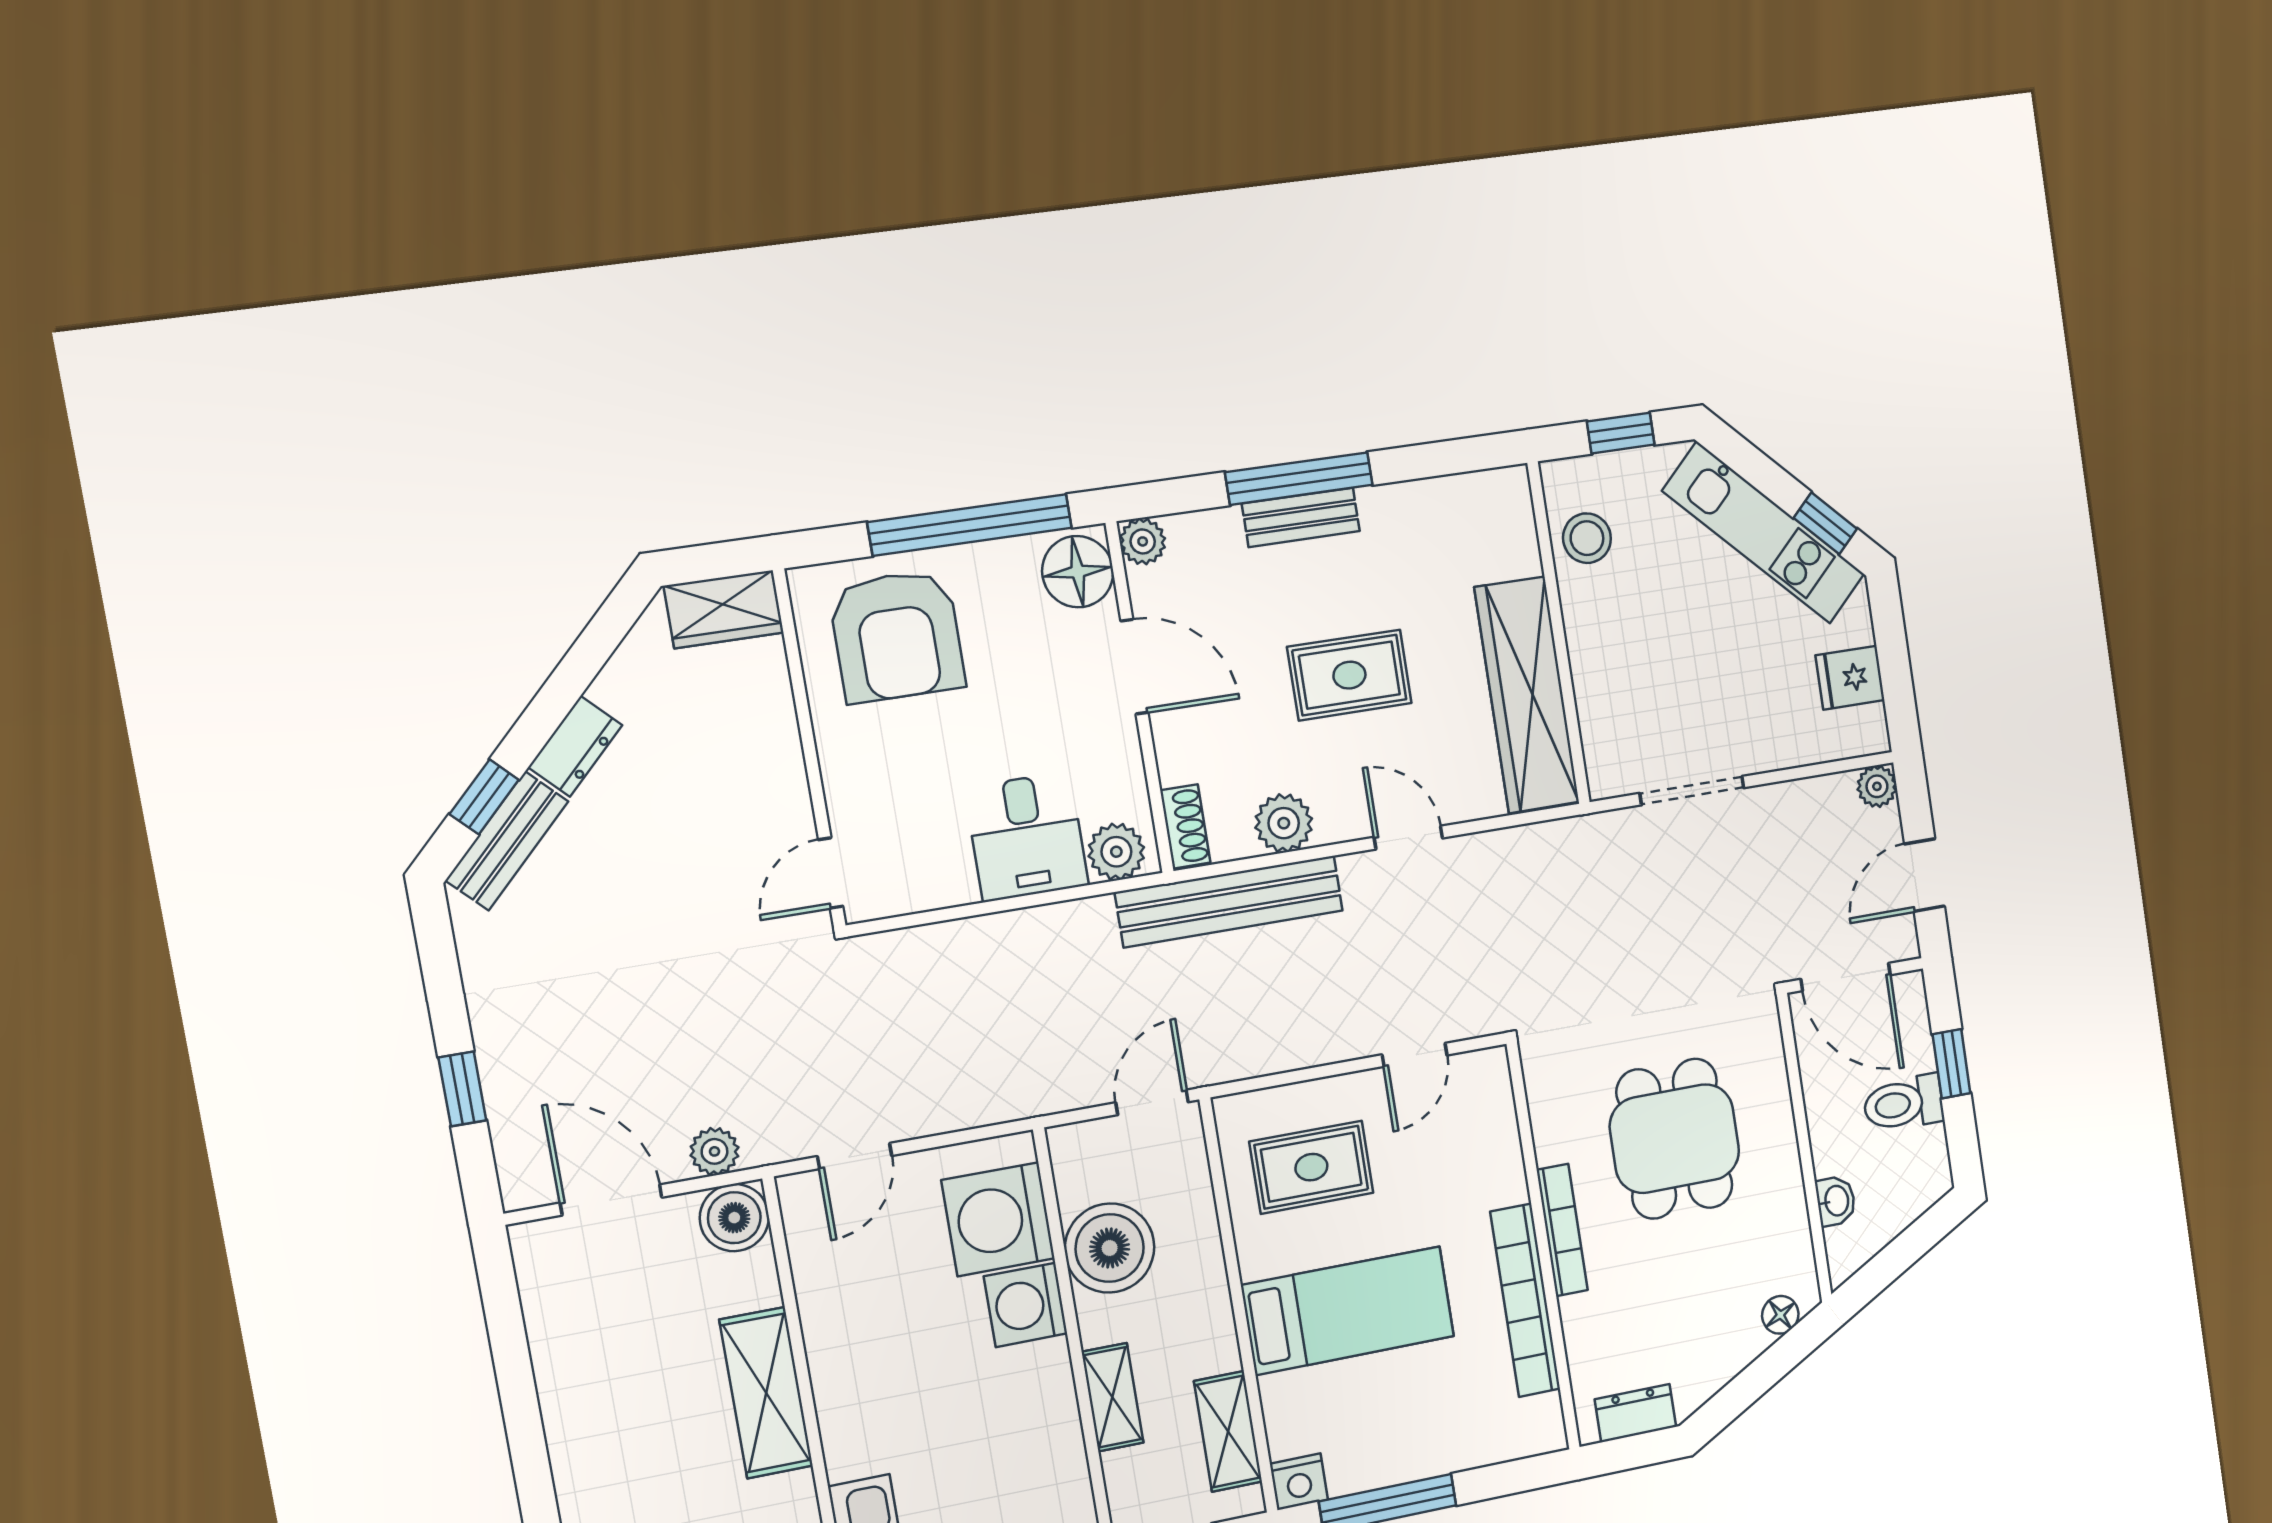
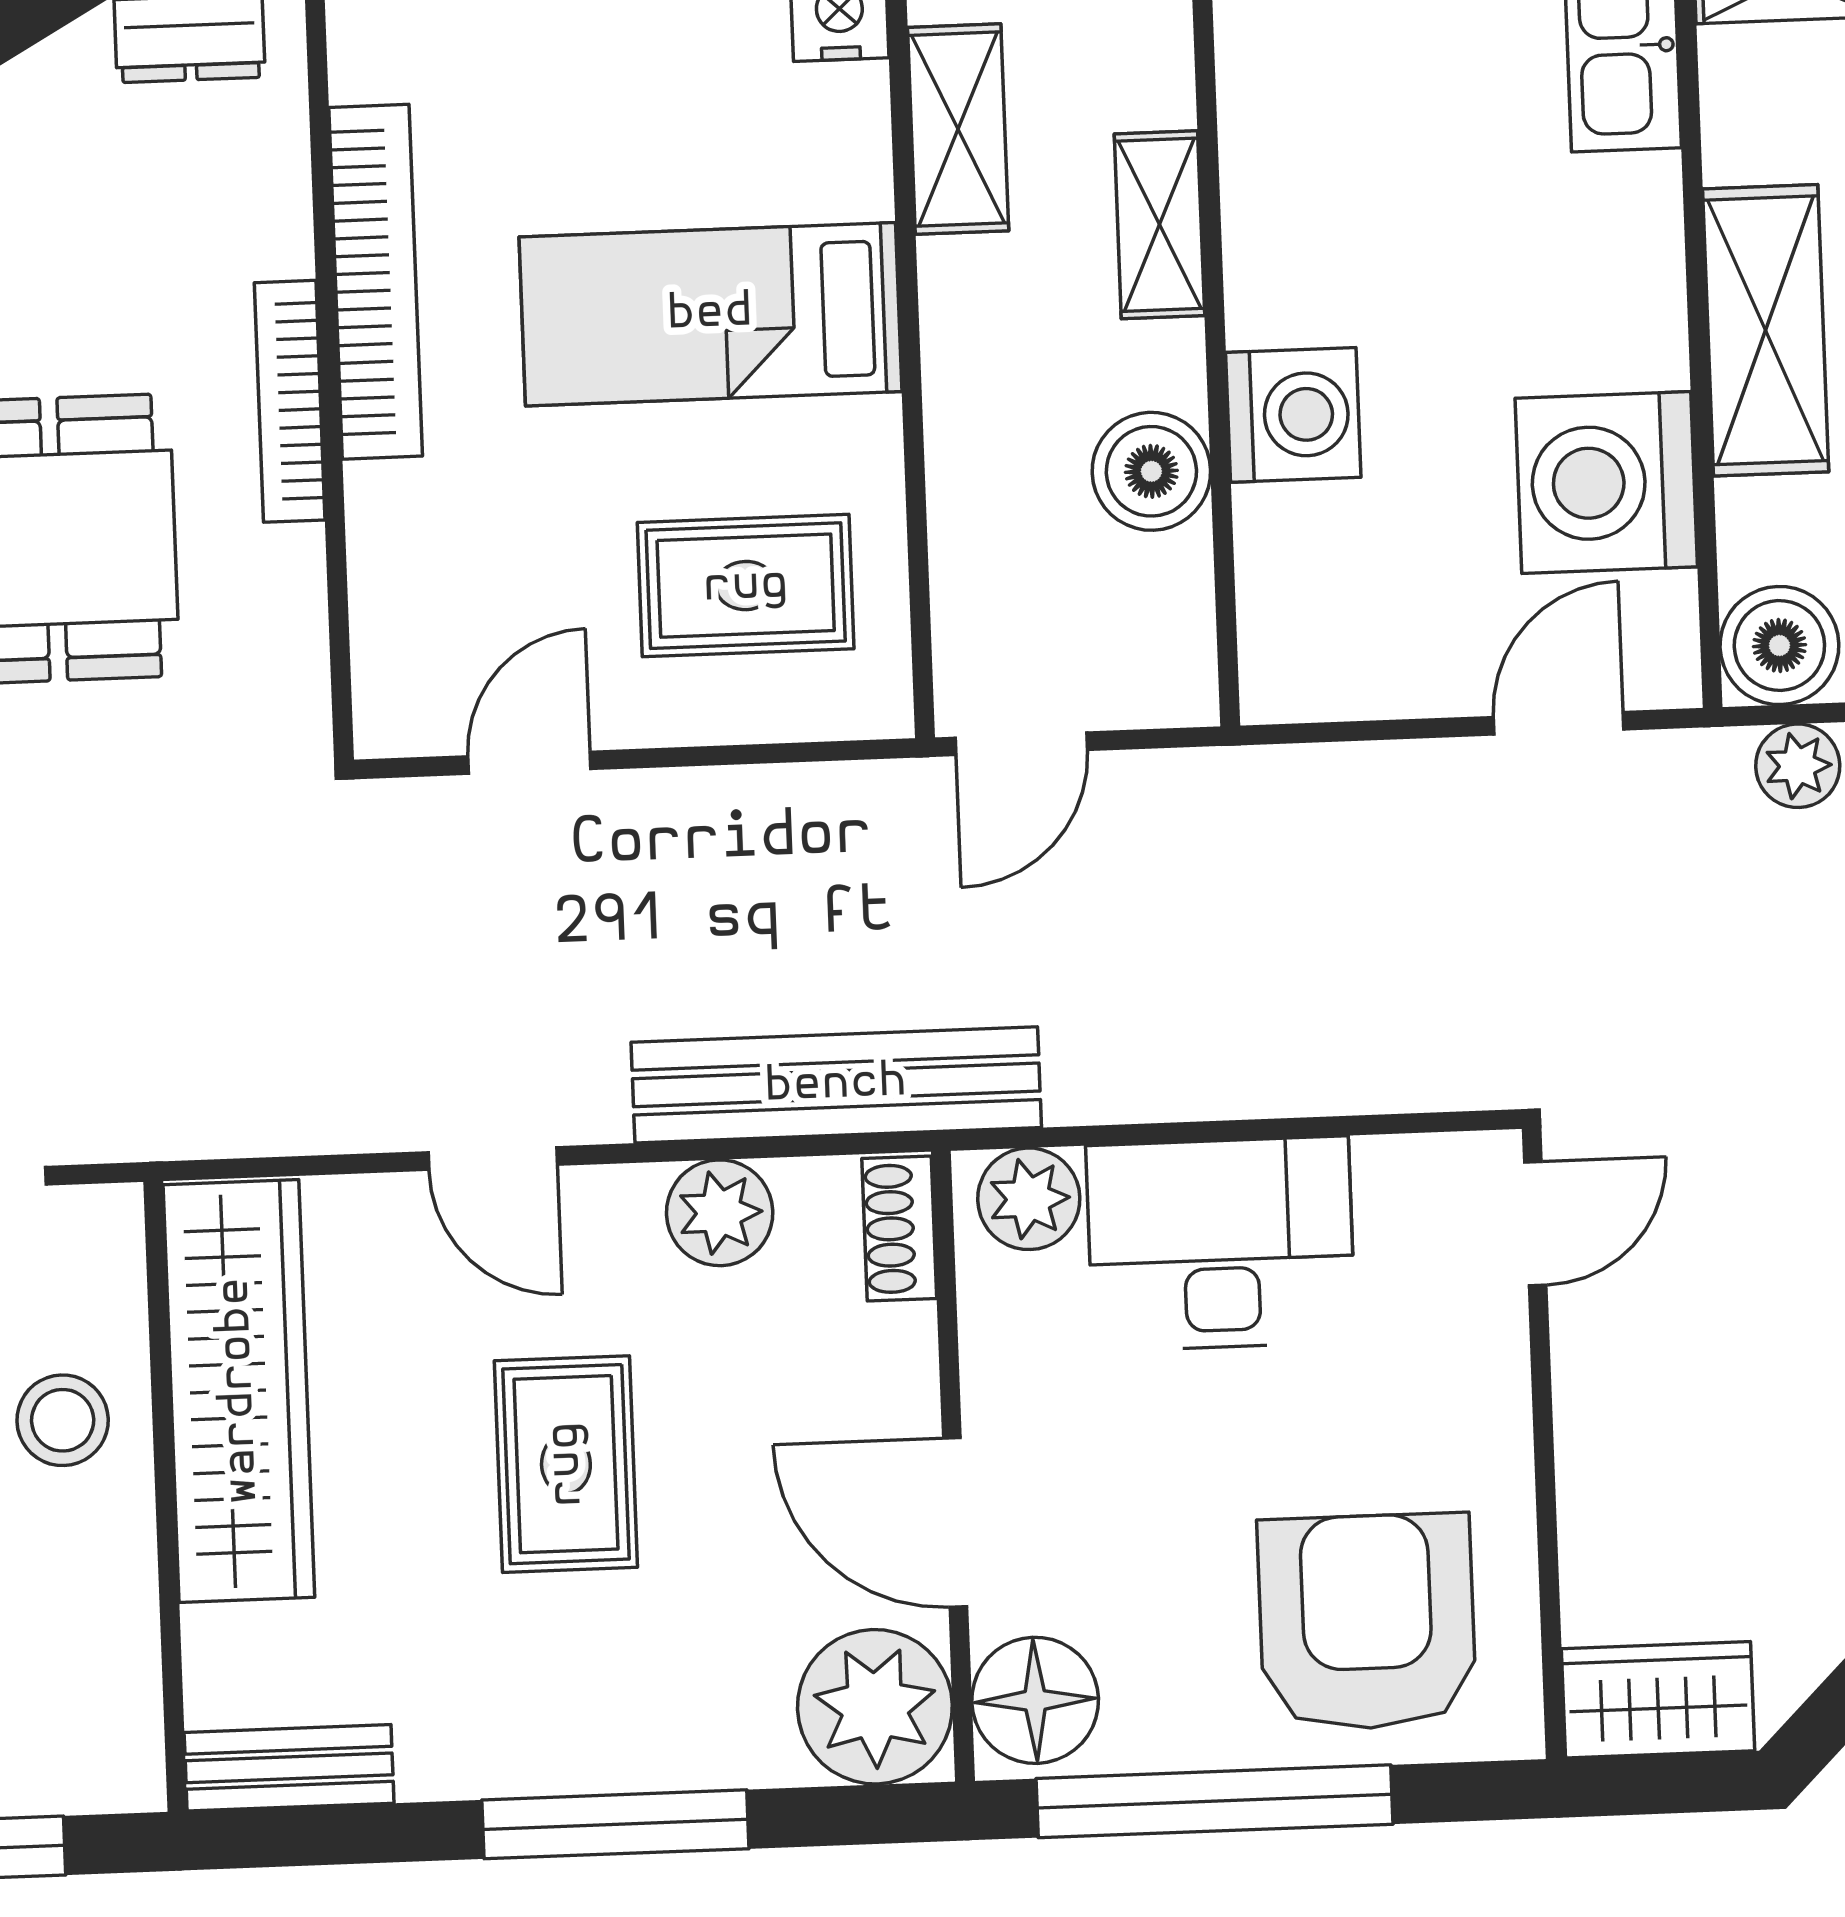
bench: (1301, 517) -> (289, 1768), moved
stool: (1587, 538) -> (63, 1420), moved
plant: (1143, 541) -> (875, 1707), width x1.88, depth x1.88
rug: (1349, 675) -> (566, 1464), turned 90
desk: (1027, 837) -> (1221, 1244), width x1.37
washing machine: (998, 1219) -> (1606, 483), moved, turned 180
boiler: (1110, 1248) -> (1151, 471), width x0.73, depth x0.73

